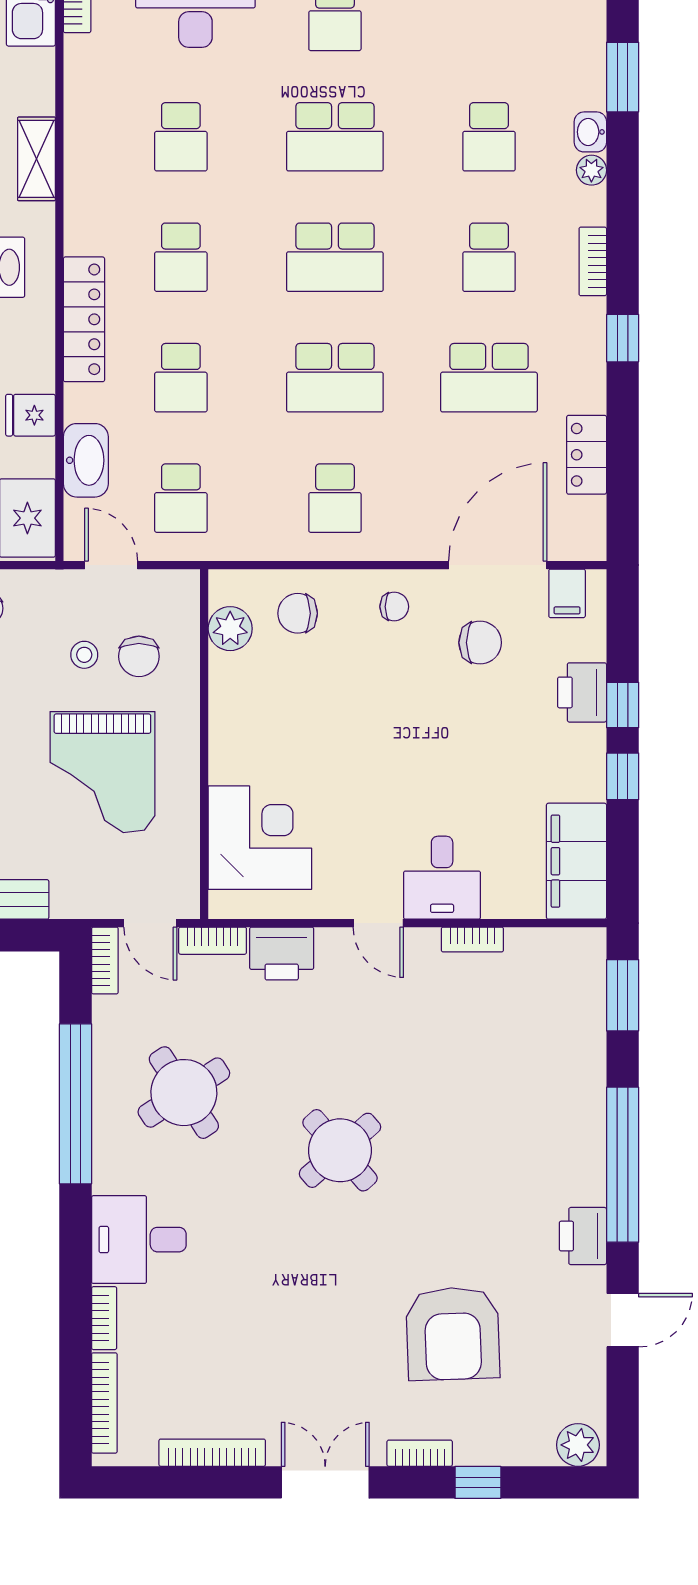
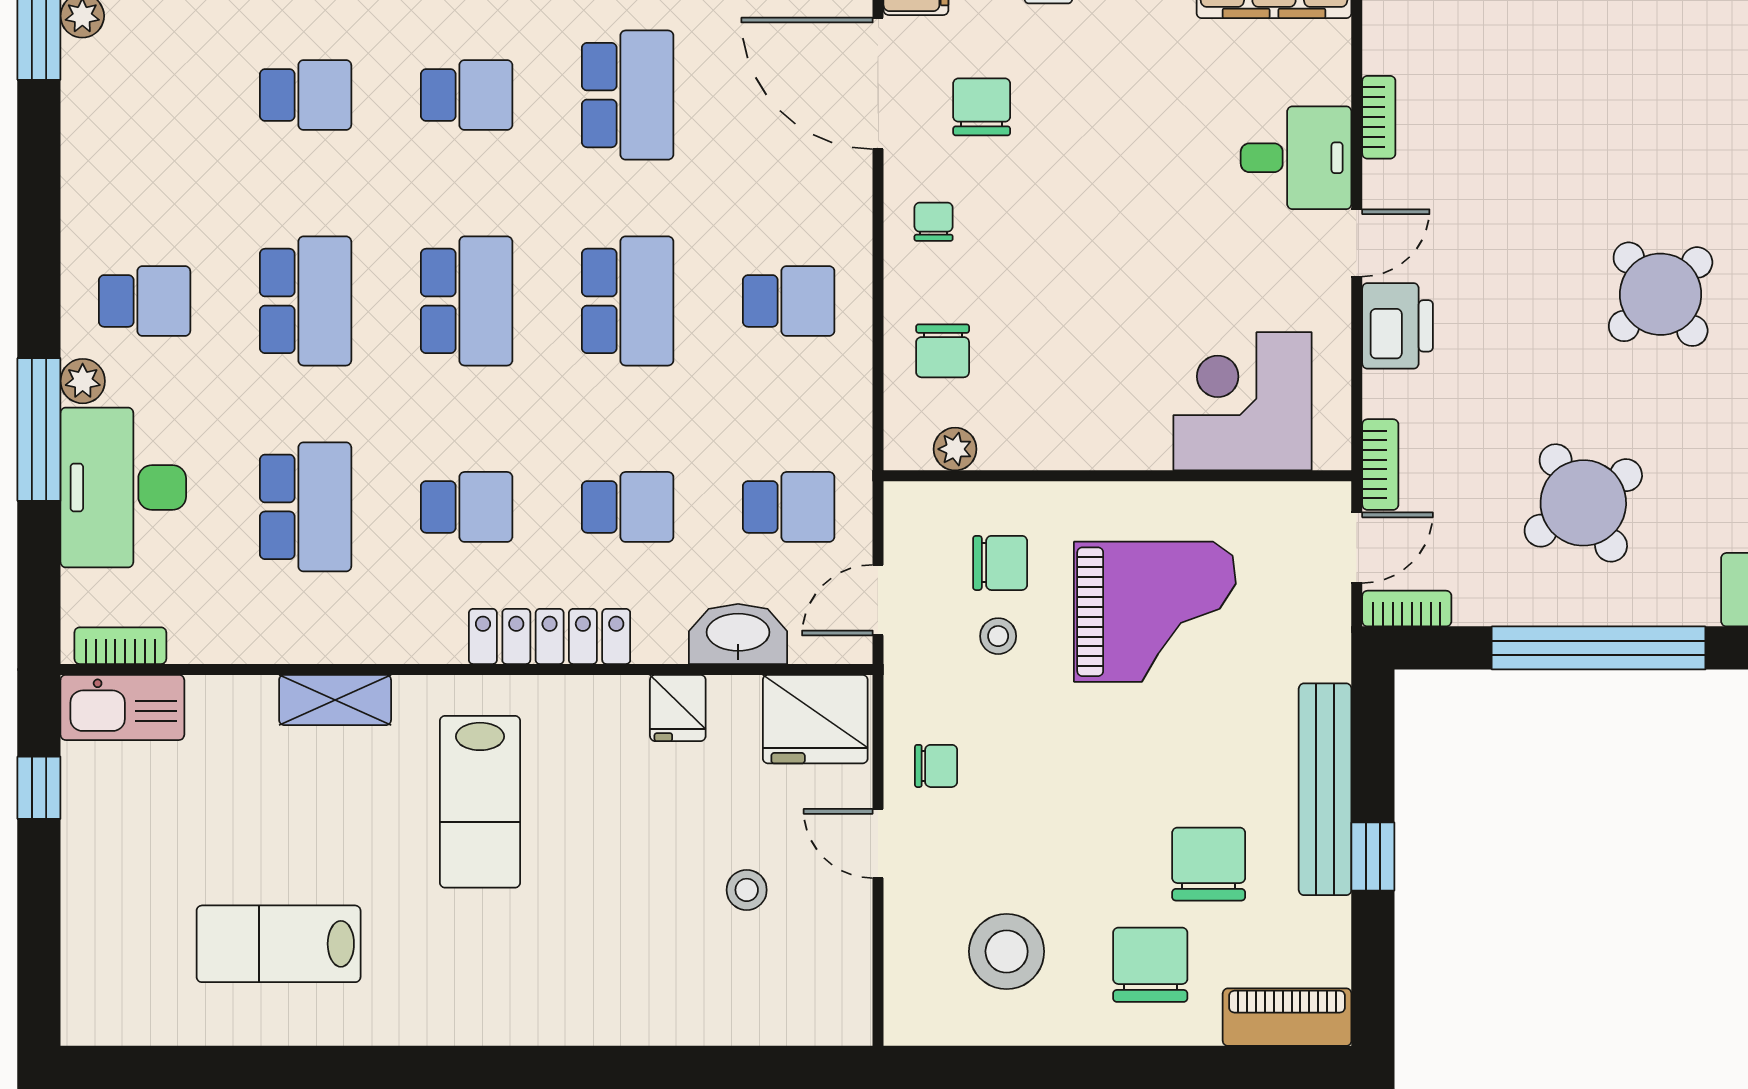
school desk: (181, 137) -> (306, 507), width x1.85
plant: (230, 629) -> (955, 449), width x0.73, depth x0.73
printer: (282, 954) -> (1398, 326), moved

